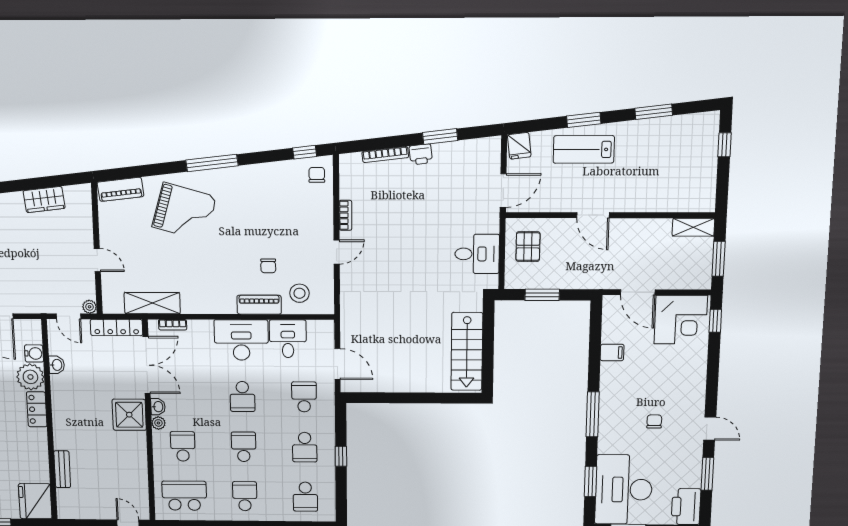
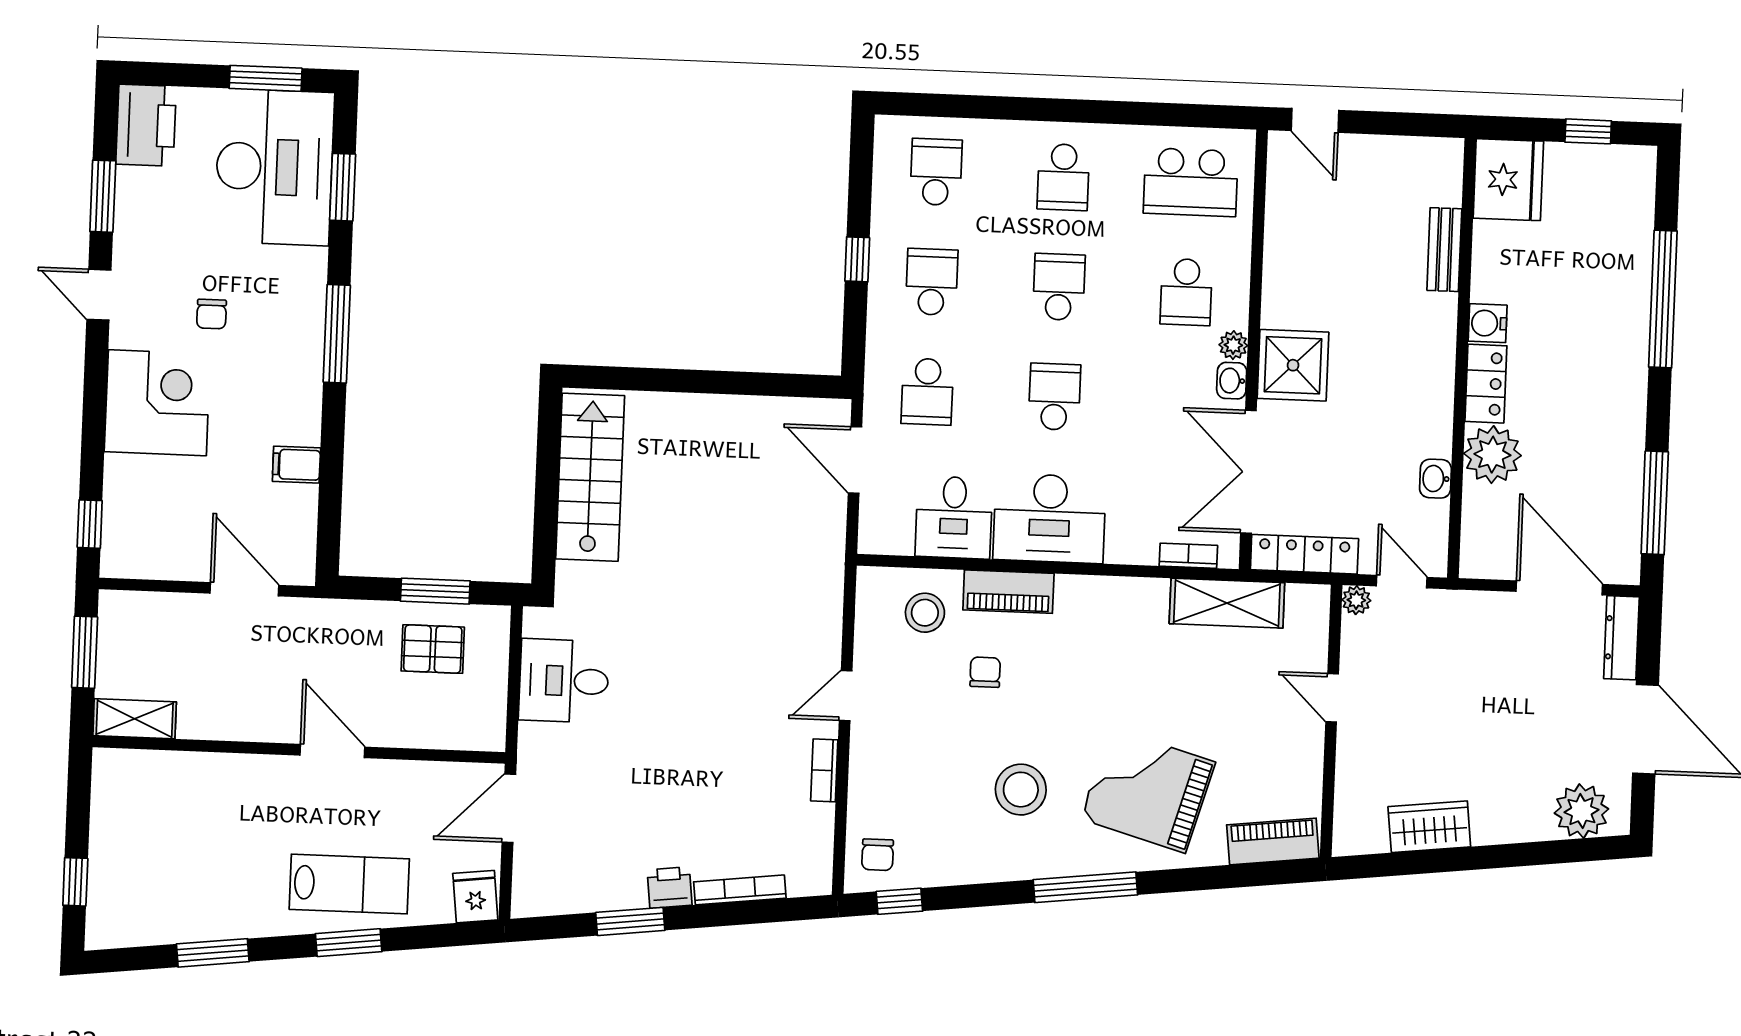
stool: (247, 210) -> (1021, 790), added
pallet: (528, 247) -> (433, 649), moved, turned 90
corner desk: (681, 320) -> (157, 403), moved, turned 90
water cooler: (34, 353) -> (1488, 323), moved
school desk: (244, 447) -> (1059, 287), turned 180

